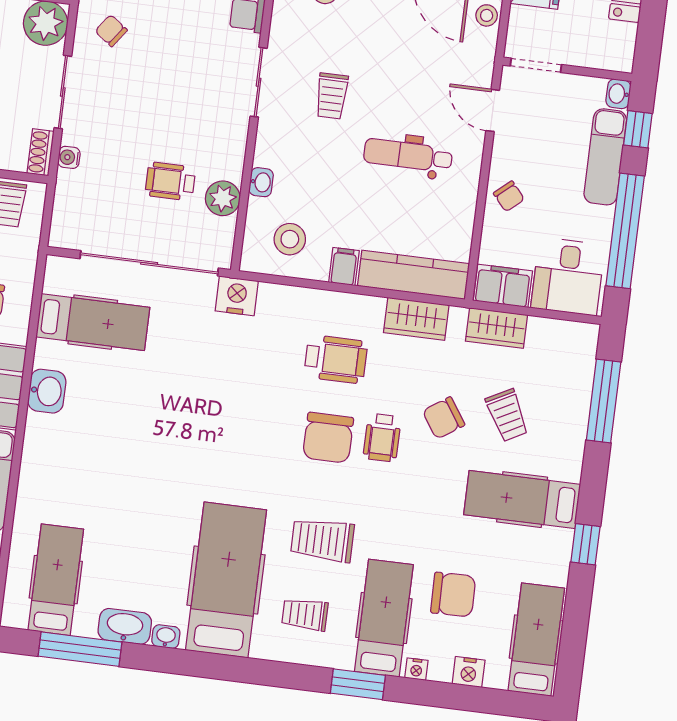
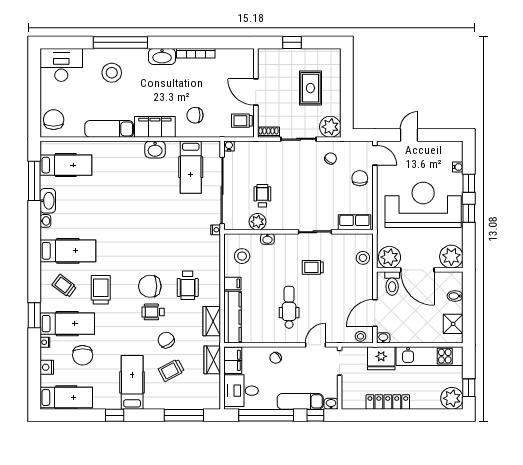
water cooler: (69, 157) -> (229, 146), moved
nightstand: (237, 296) -> (216, 230), width x0.53, depth x0.56
hospital bed: (226, 580) -> (68, 251), width x0.73, depth x0.78
trolley: (305, 614) -> (64, 286), turned -53

